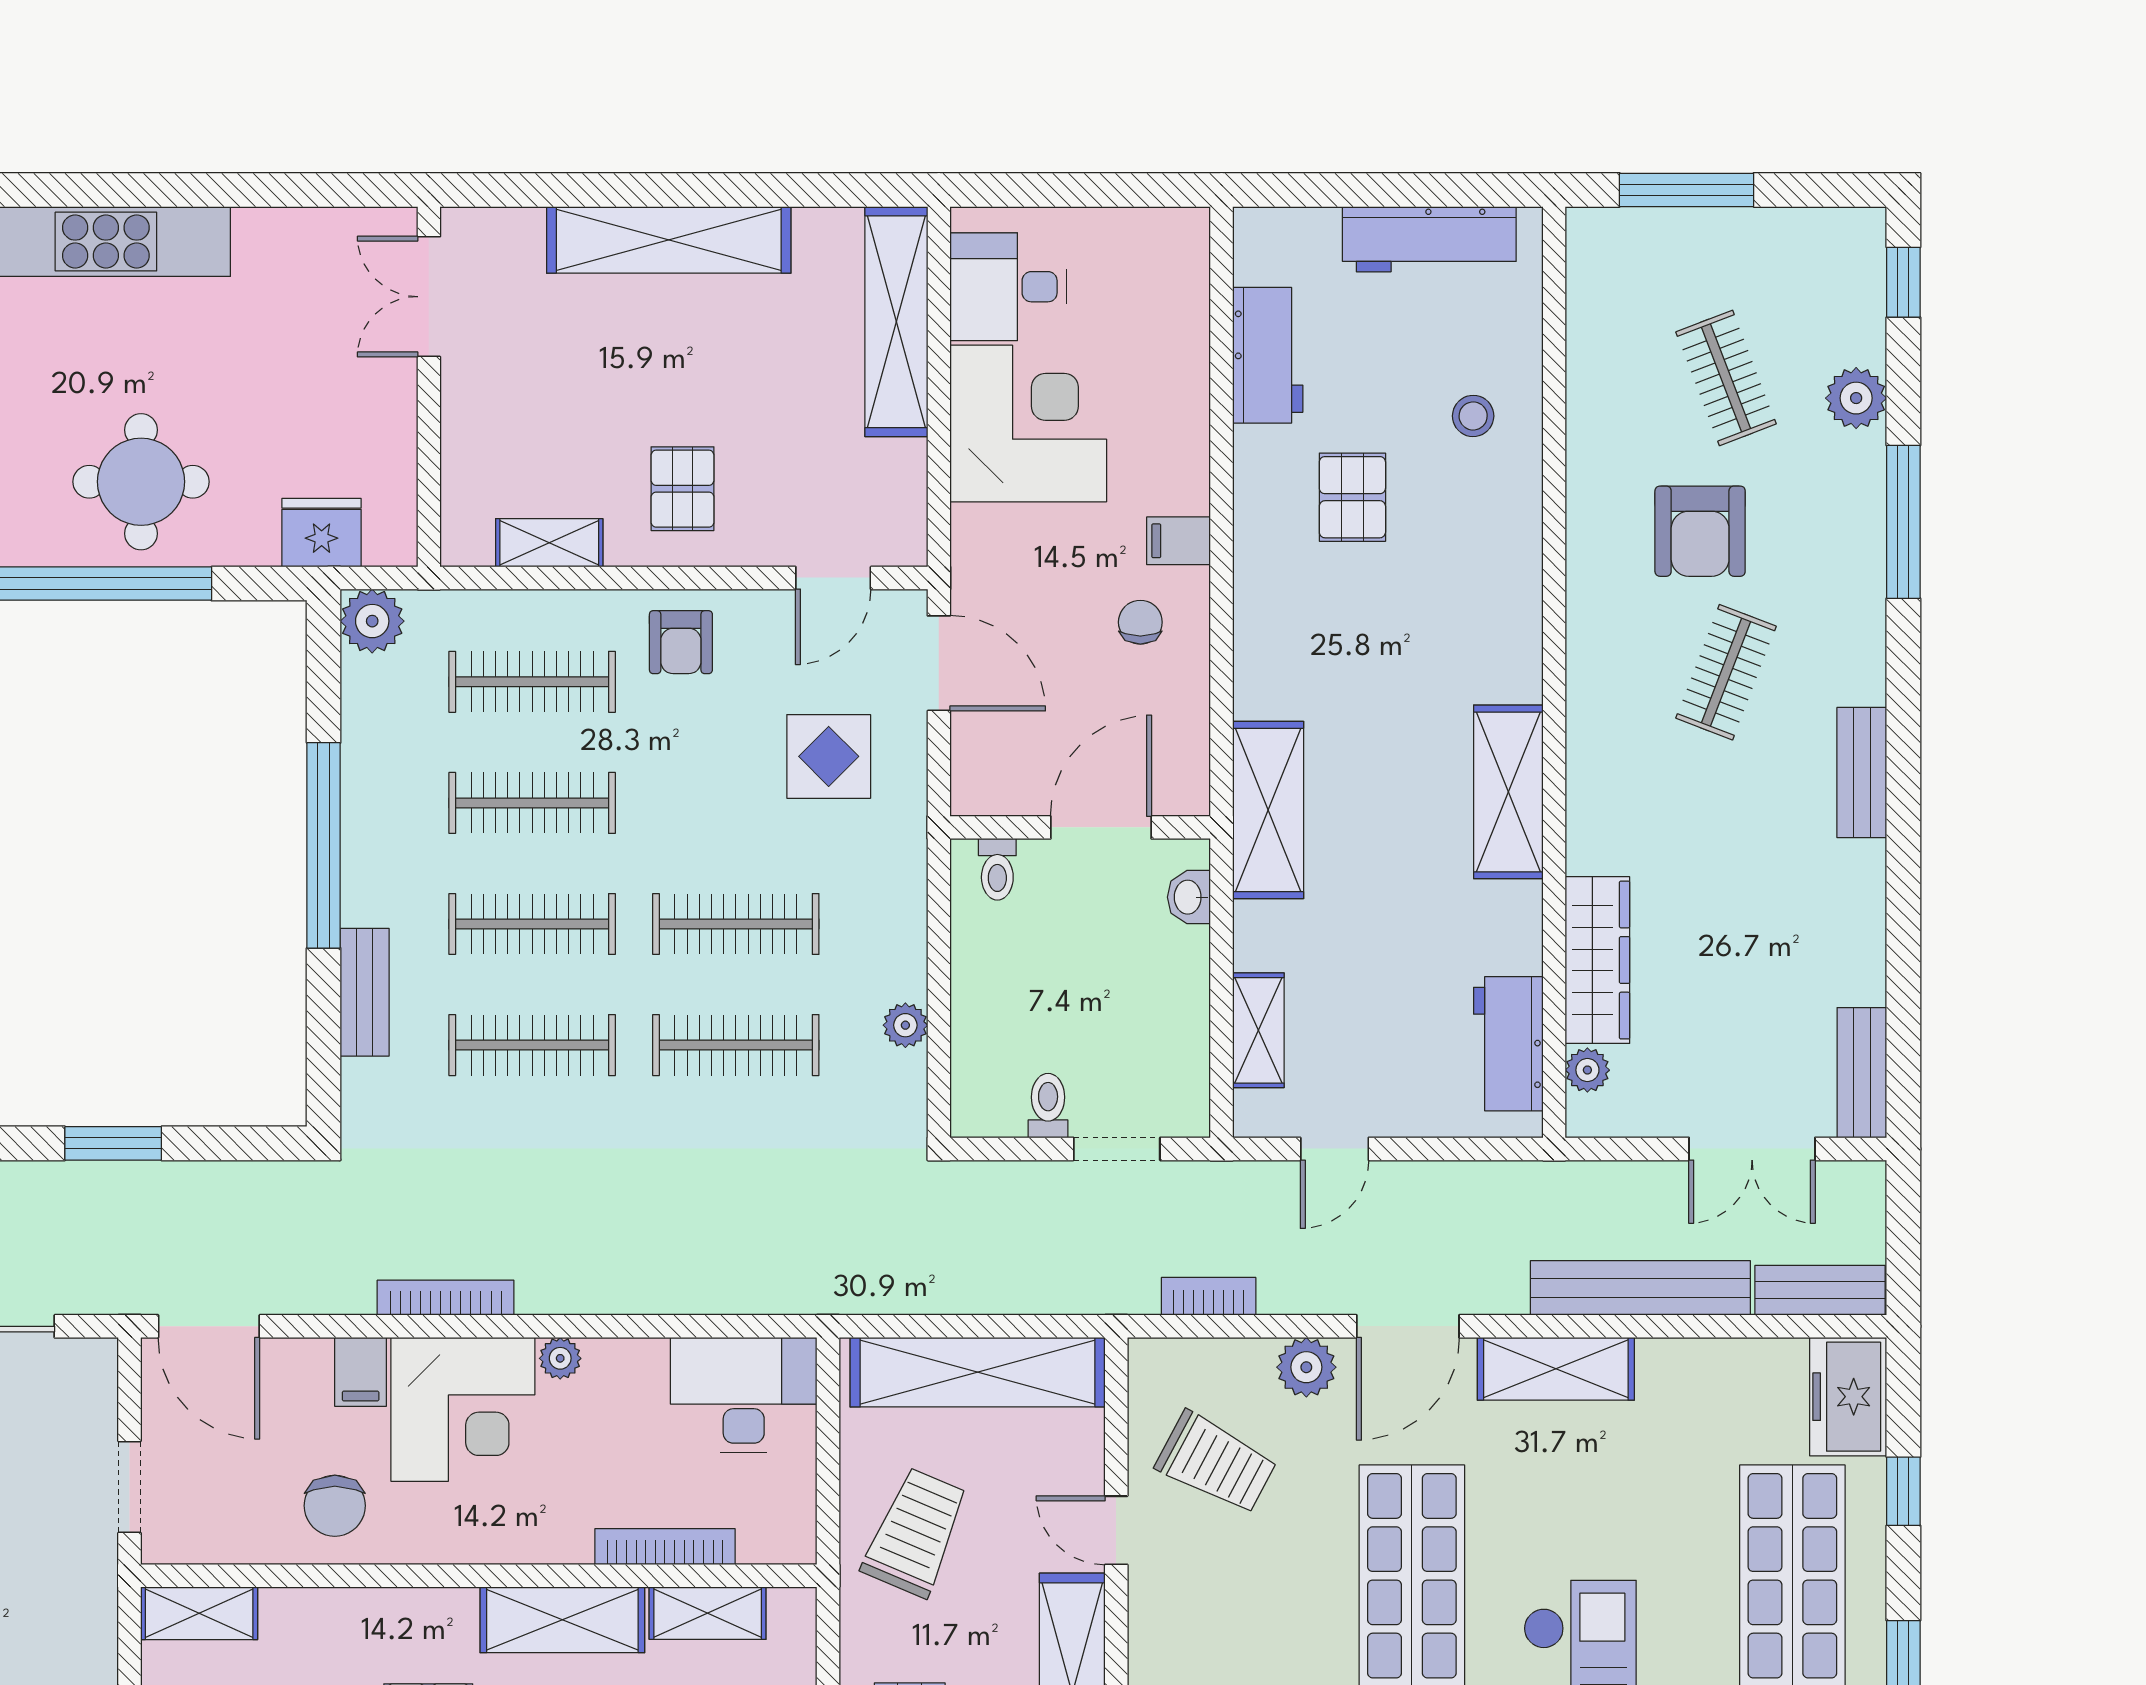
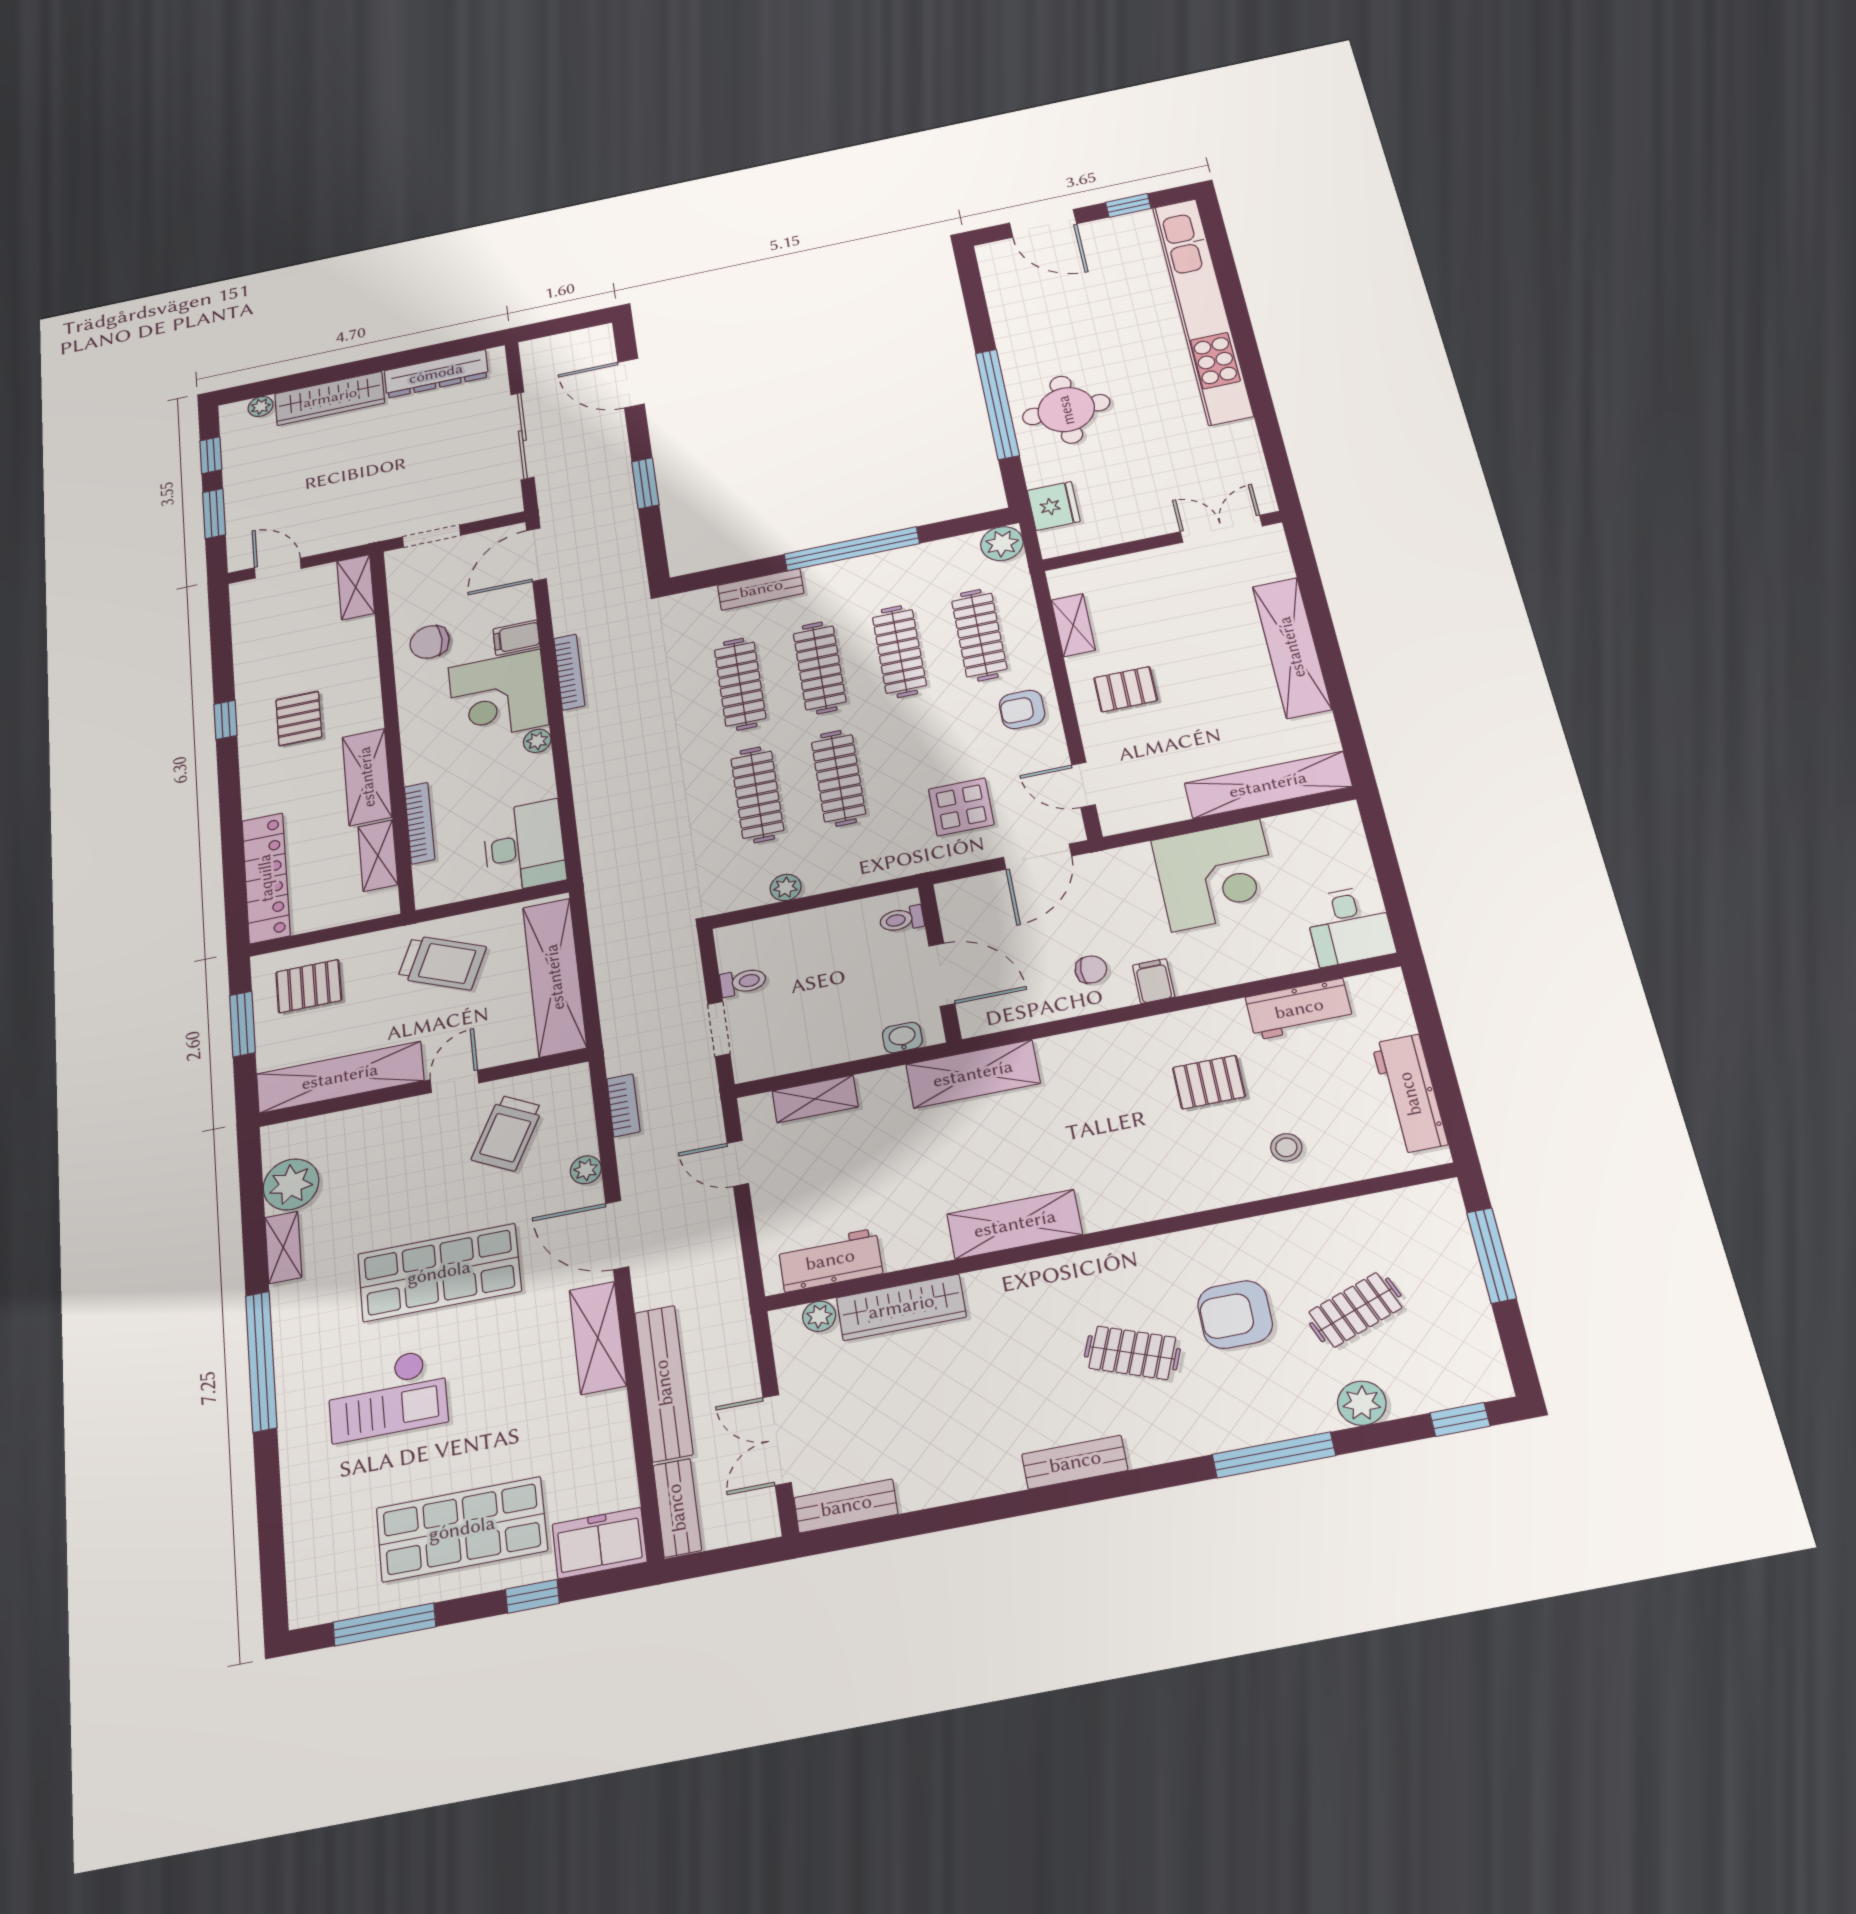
desk: (1008, 287) -> (1349, 925), moved, turned 180
plant: (1306, 1367) -> (586, 1170), width x0.73, depth x0.73

